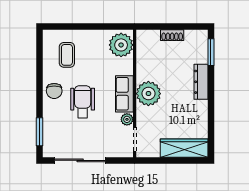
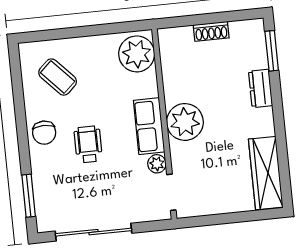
coffee table: (67, 55) -> (58, 77), turned -43
dresser: (201, 82) -> (261, 88), width x0.70
wheelchair: (83, 102) -> (88, 144), width x0.73, depth x0.73
wardrobe: (184, 148) -> (266, 173), moved, turned -90

